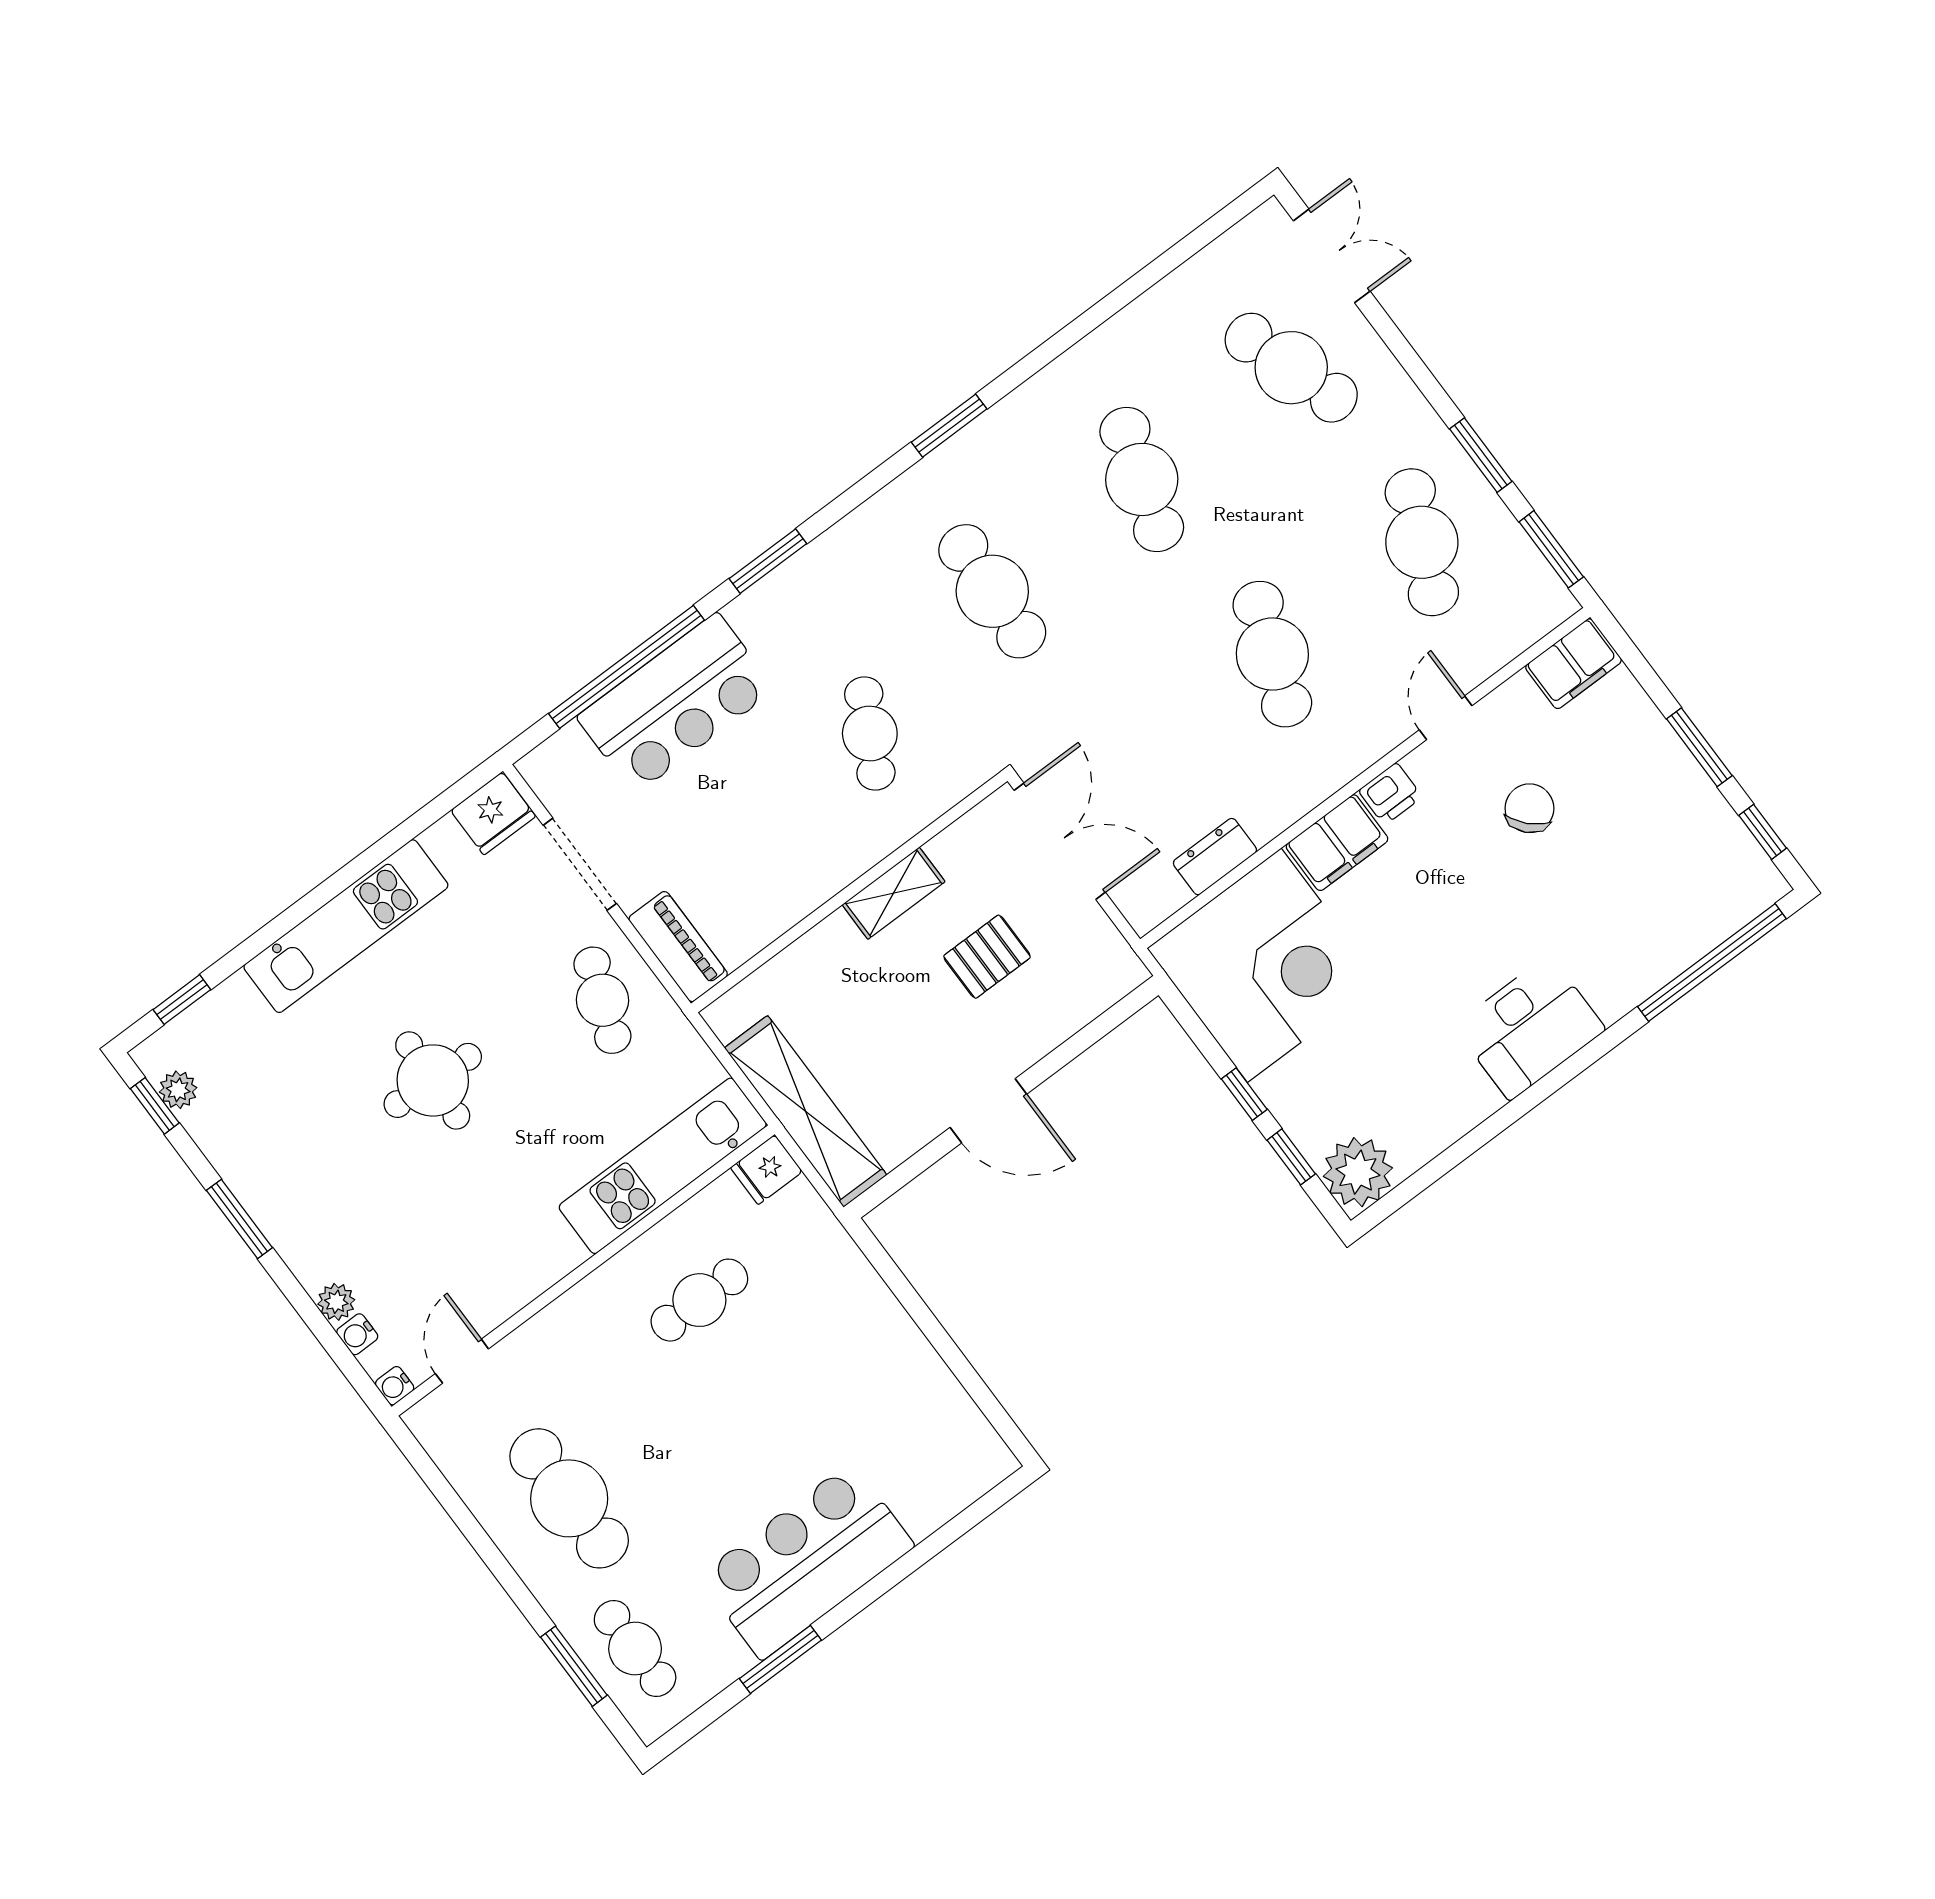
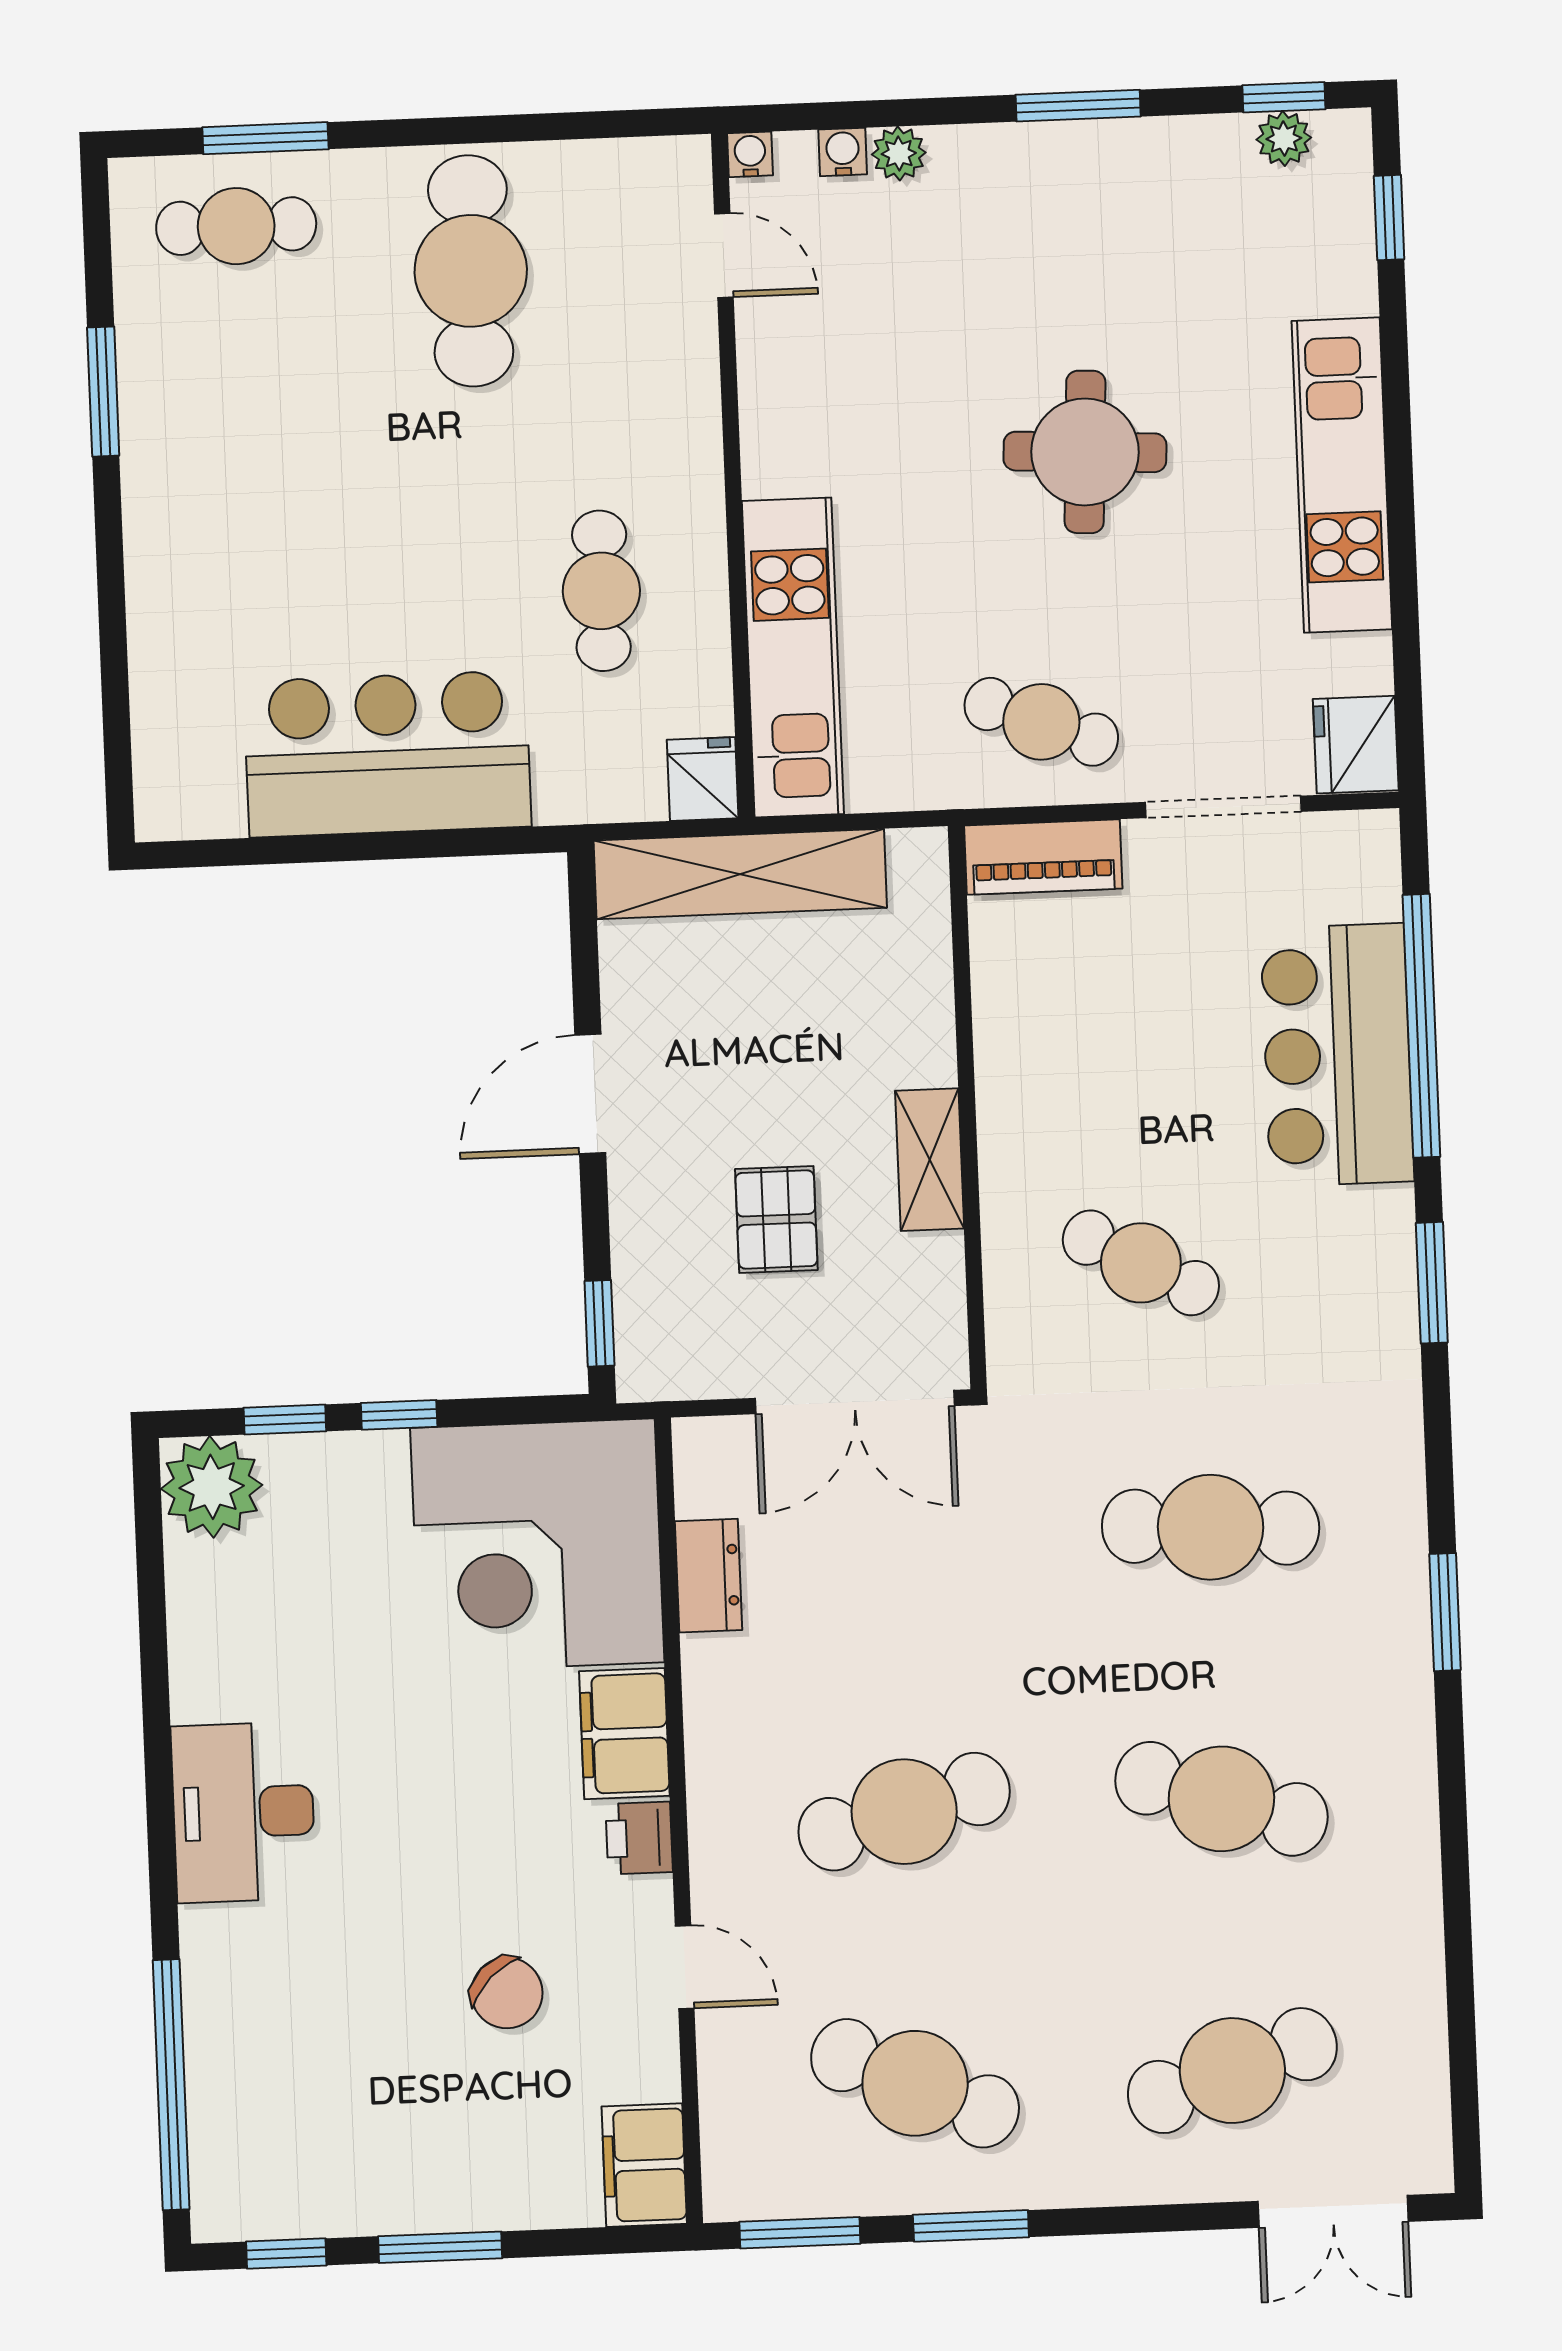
cafe table: (1272, 654) -> (904, 1812), turned -36
window: (1115, 1016) -> (599, 1323), added
cafe table: (569, 1498) -> (471, 271), turned 90
bar counter: (807, 1561) -> (387, 754), moved, turned -90

